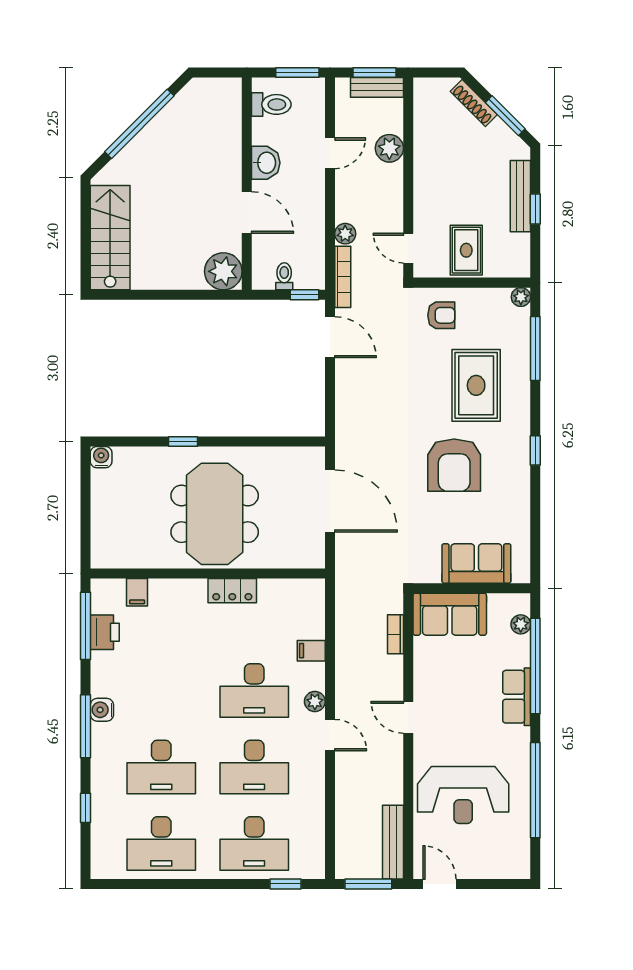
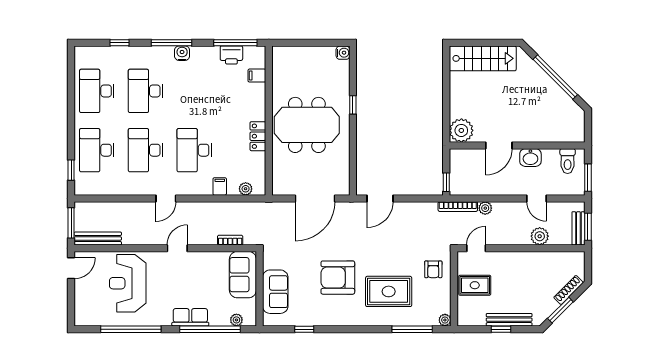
toilet: (284, 276) -> (458, 169), removed
door: (330, 337) -> (380, 198), moved
window: (535, 450) -> (304, 329), moved
plant: (315, 702) -> (246, 189), moved

